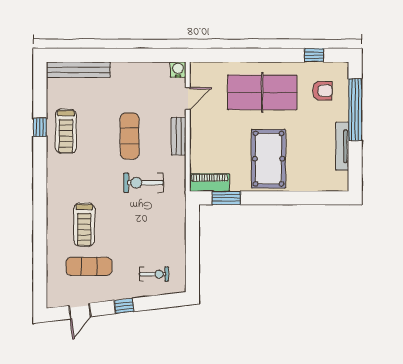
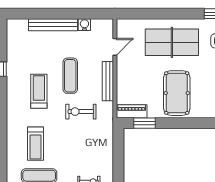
bench: (78, 70) -> (53, 25), moved
water cooler: (178, 70) -> (84, 25), moved
treadmill: (66, 131) -> (39, 91), moved, turned 180
bench: (179, 136) -> (108, 81), width x1.36

